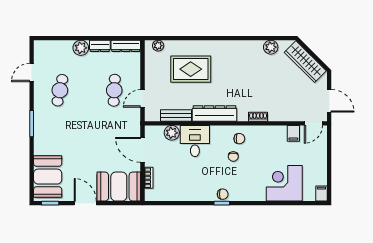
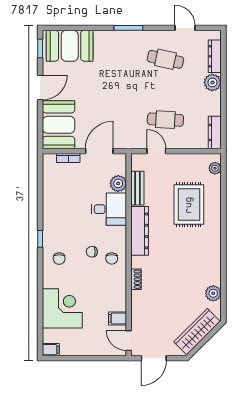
dresser: (100, 46) -> (215, 56), moved, width x1.44
chair: (223, 194) -> (59, 259), moved

